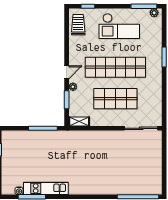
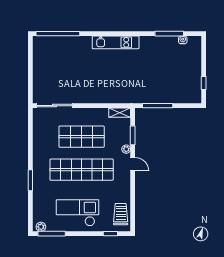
trolley: (78, 25) -> (121, 214), turned 180
door: (67, 72) -> (133, 164), swing flipped
kitchen unit: (46, 188) -> (116, 42), moved

